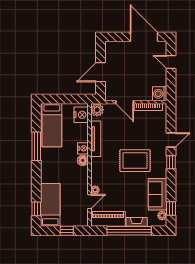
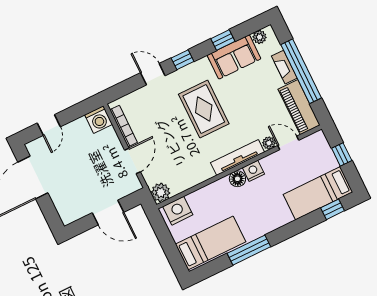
tv unit: (96, 139) -> (238, 157), moved
nightstand: (83, 148) -> (253, 171), moved
window: (171, 208) -> (223, 40), moved

